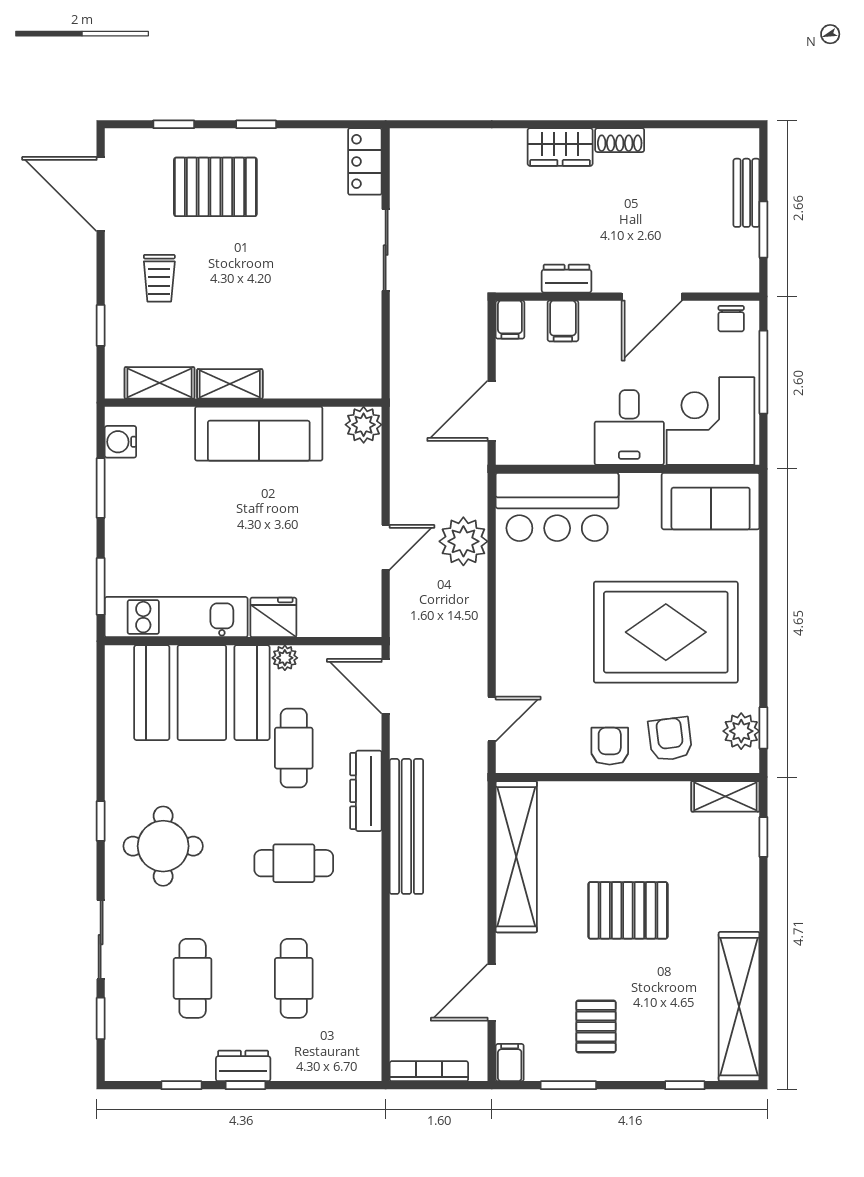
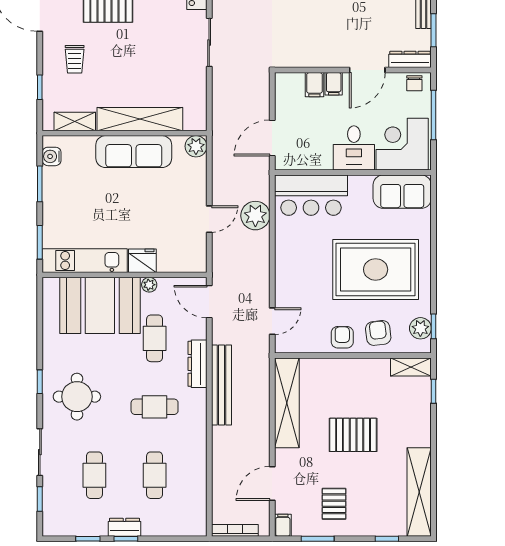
dresser: (567, 279) -> (410, 59), moved, width x1.44
filing cabinet: (510, 320) -> (334, 84), moved
shelving: (230, 384) -> (140, 119), width x2.20, depth x1.33

